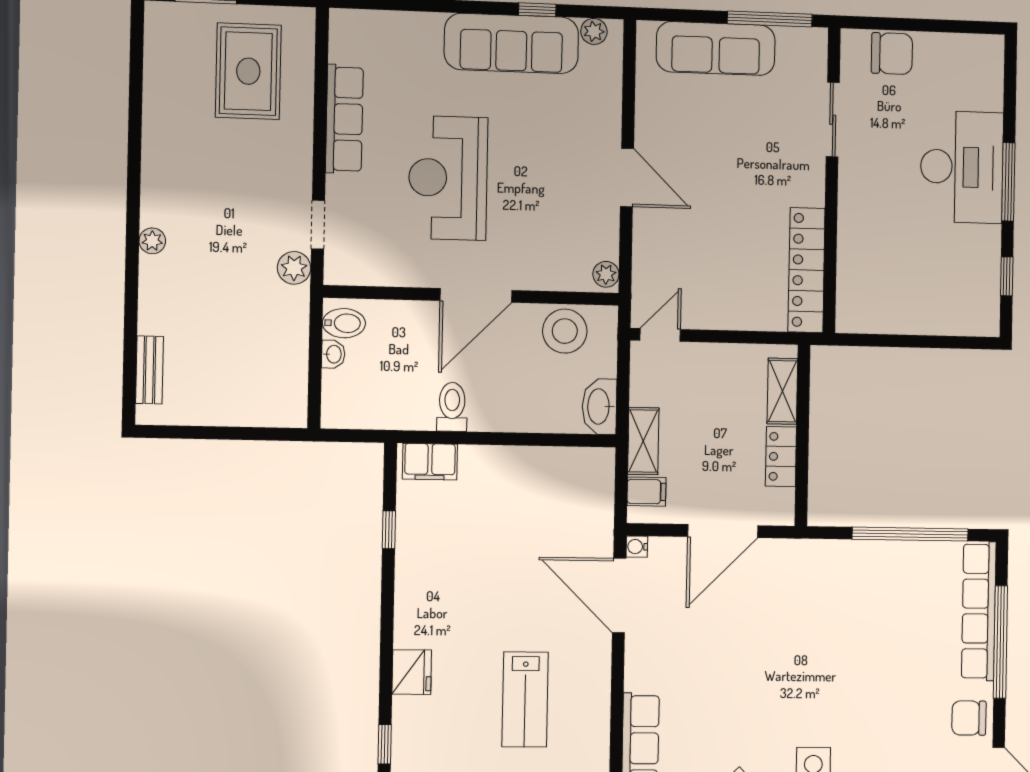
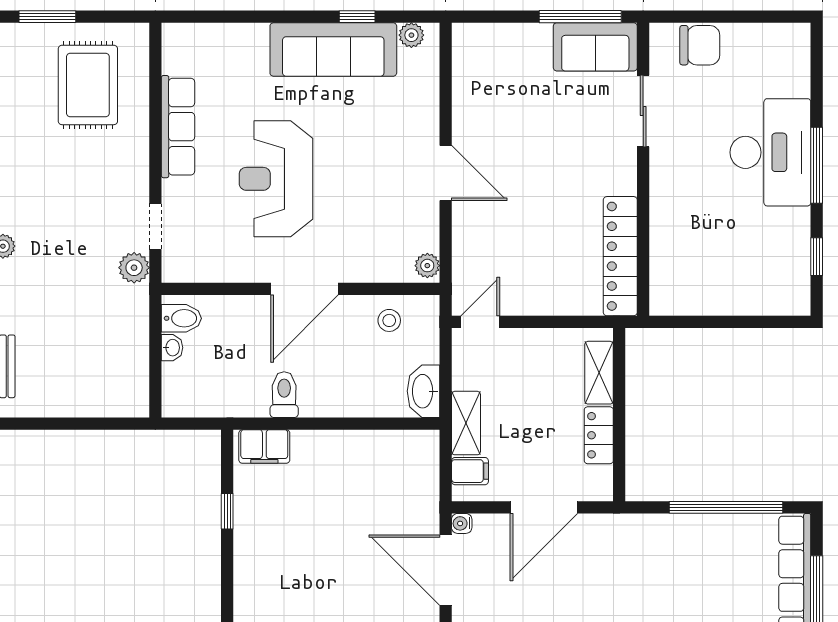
sofa: (716, 48) -> (595, 47), moved, width x0.73
stool: (565, 331) -> (389, 320), width x0.53, depth x0.53

